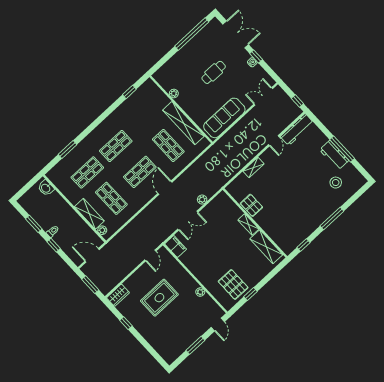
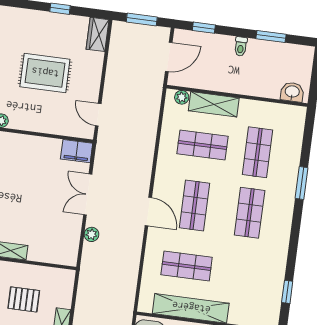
window: (67, 150) -> (301, 183), moved
pallet: (251, 205) -> (24, 299), moved
window: (54, 245) -> (204, 28), moved
rug: (159, 298) -> (45, 73), turned 90

